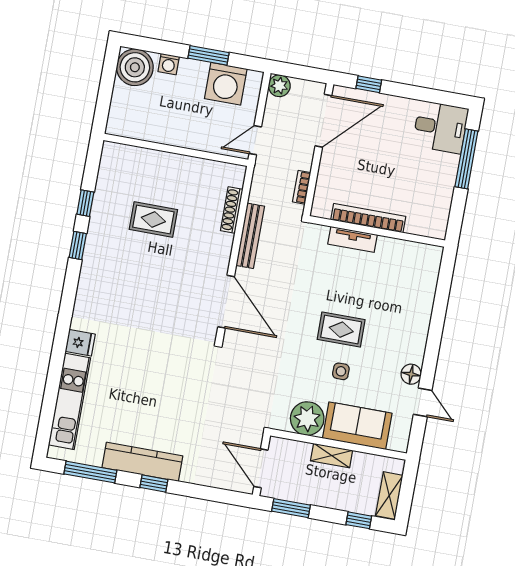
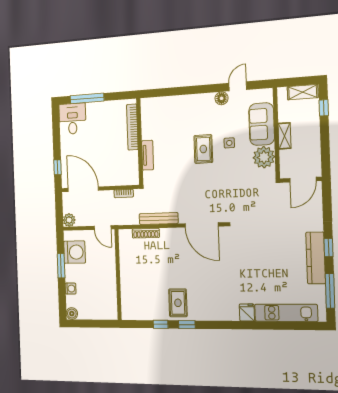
boiler: (135, 67) -> (72, 314), width x0.54, depth x0.54
bookcase: (368, 218) -> (132, 127), moved
rug: (153, 220) -> (178, 303), moved
door: (226, 302) -> (202, 225), swing flipped
window: (291, 508) -> (325, 154), removed

